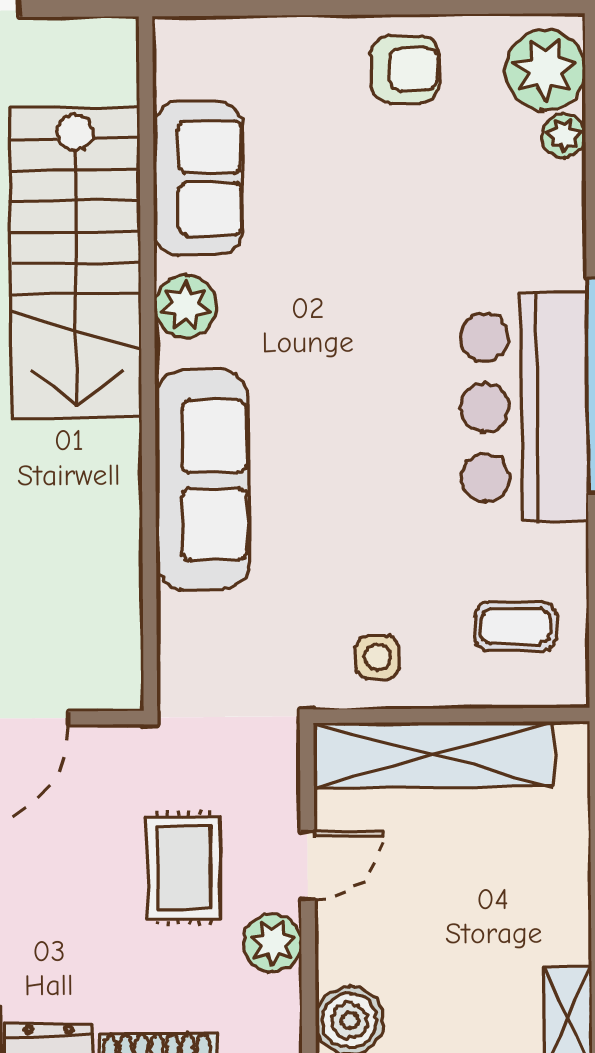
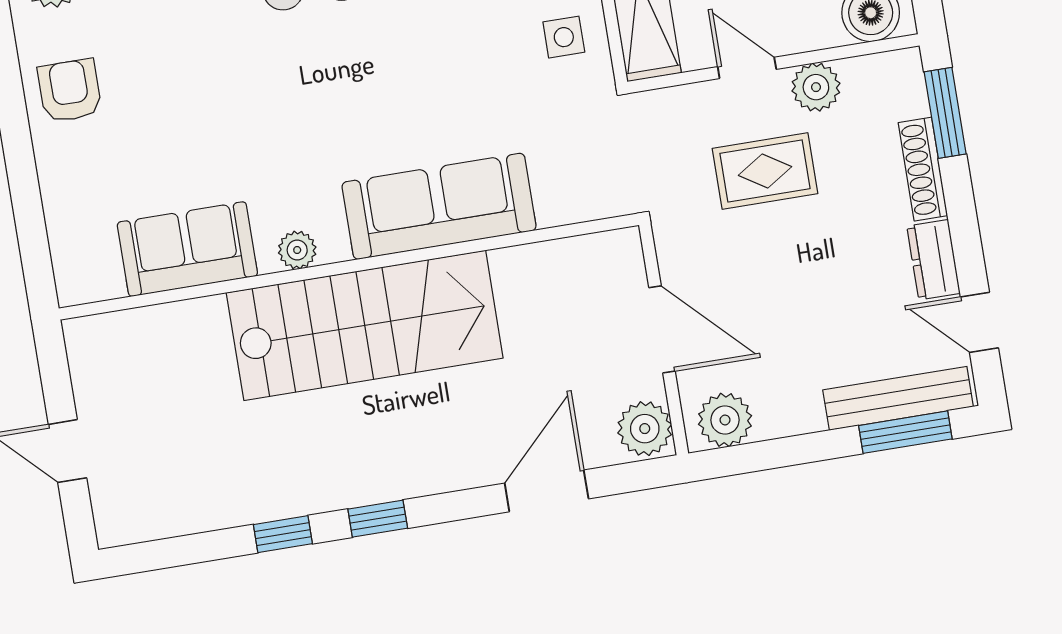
stairs: (76, 263) -> (365, 325), moved
plant: (186, 306) -> (297, 250), width x0.73, depth x0.73

